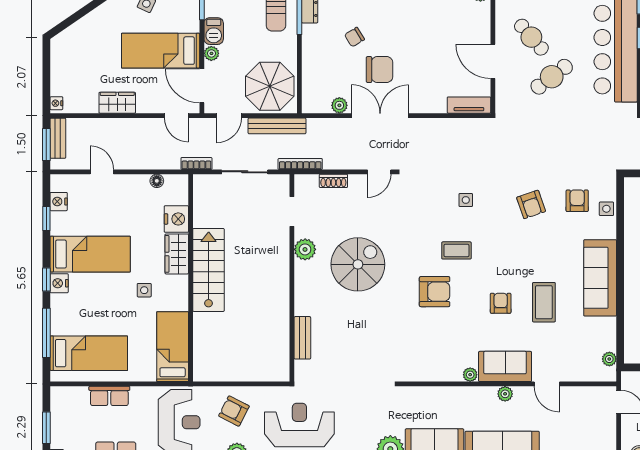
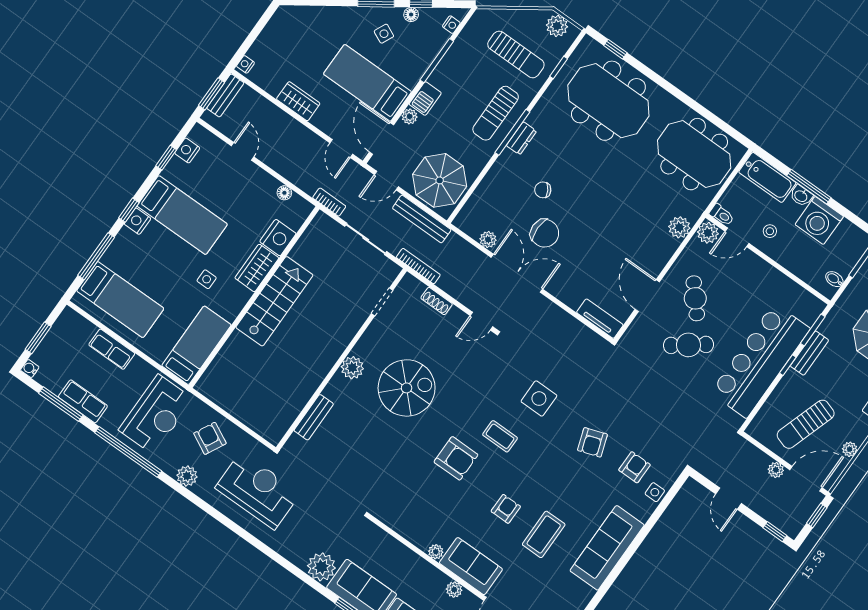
side table: (466, 200) -> (539, 399), width x1.87, depth x1.87
plant: (305, 249) -> (352, 368), moved

